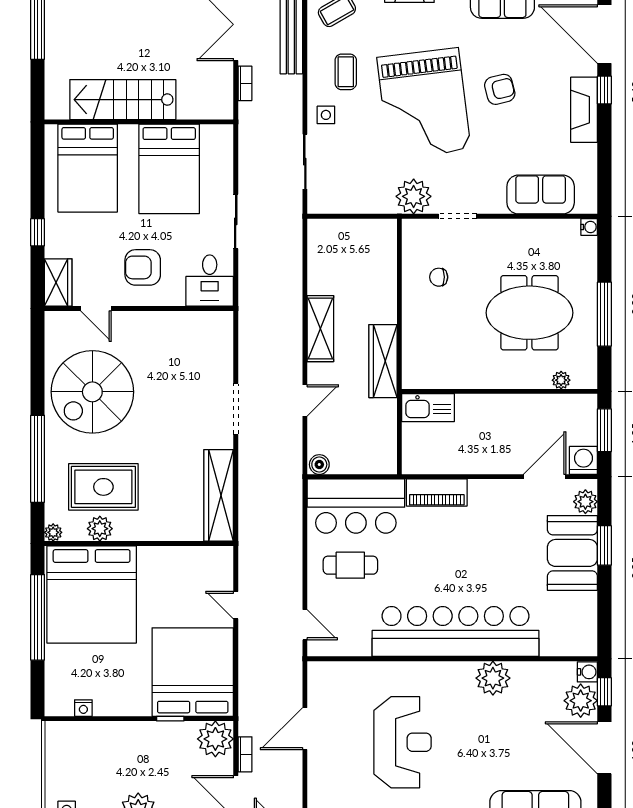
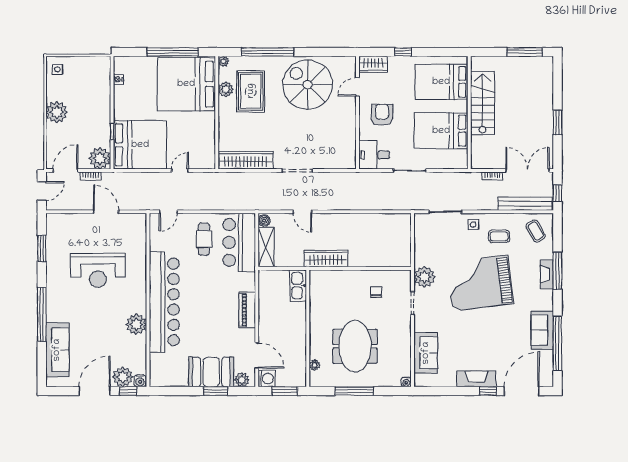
armchair: (500, 89) -> (489, 328), removed
shelving: (320, 329) -> (266, 247), moved, turned 90
piano: (437, 493) -> (247, 310), moved

